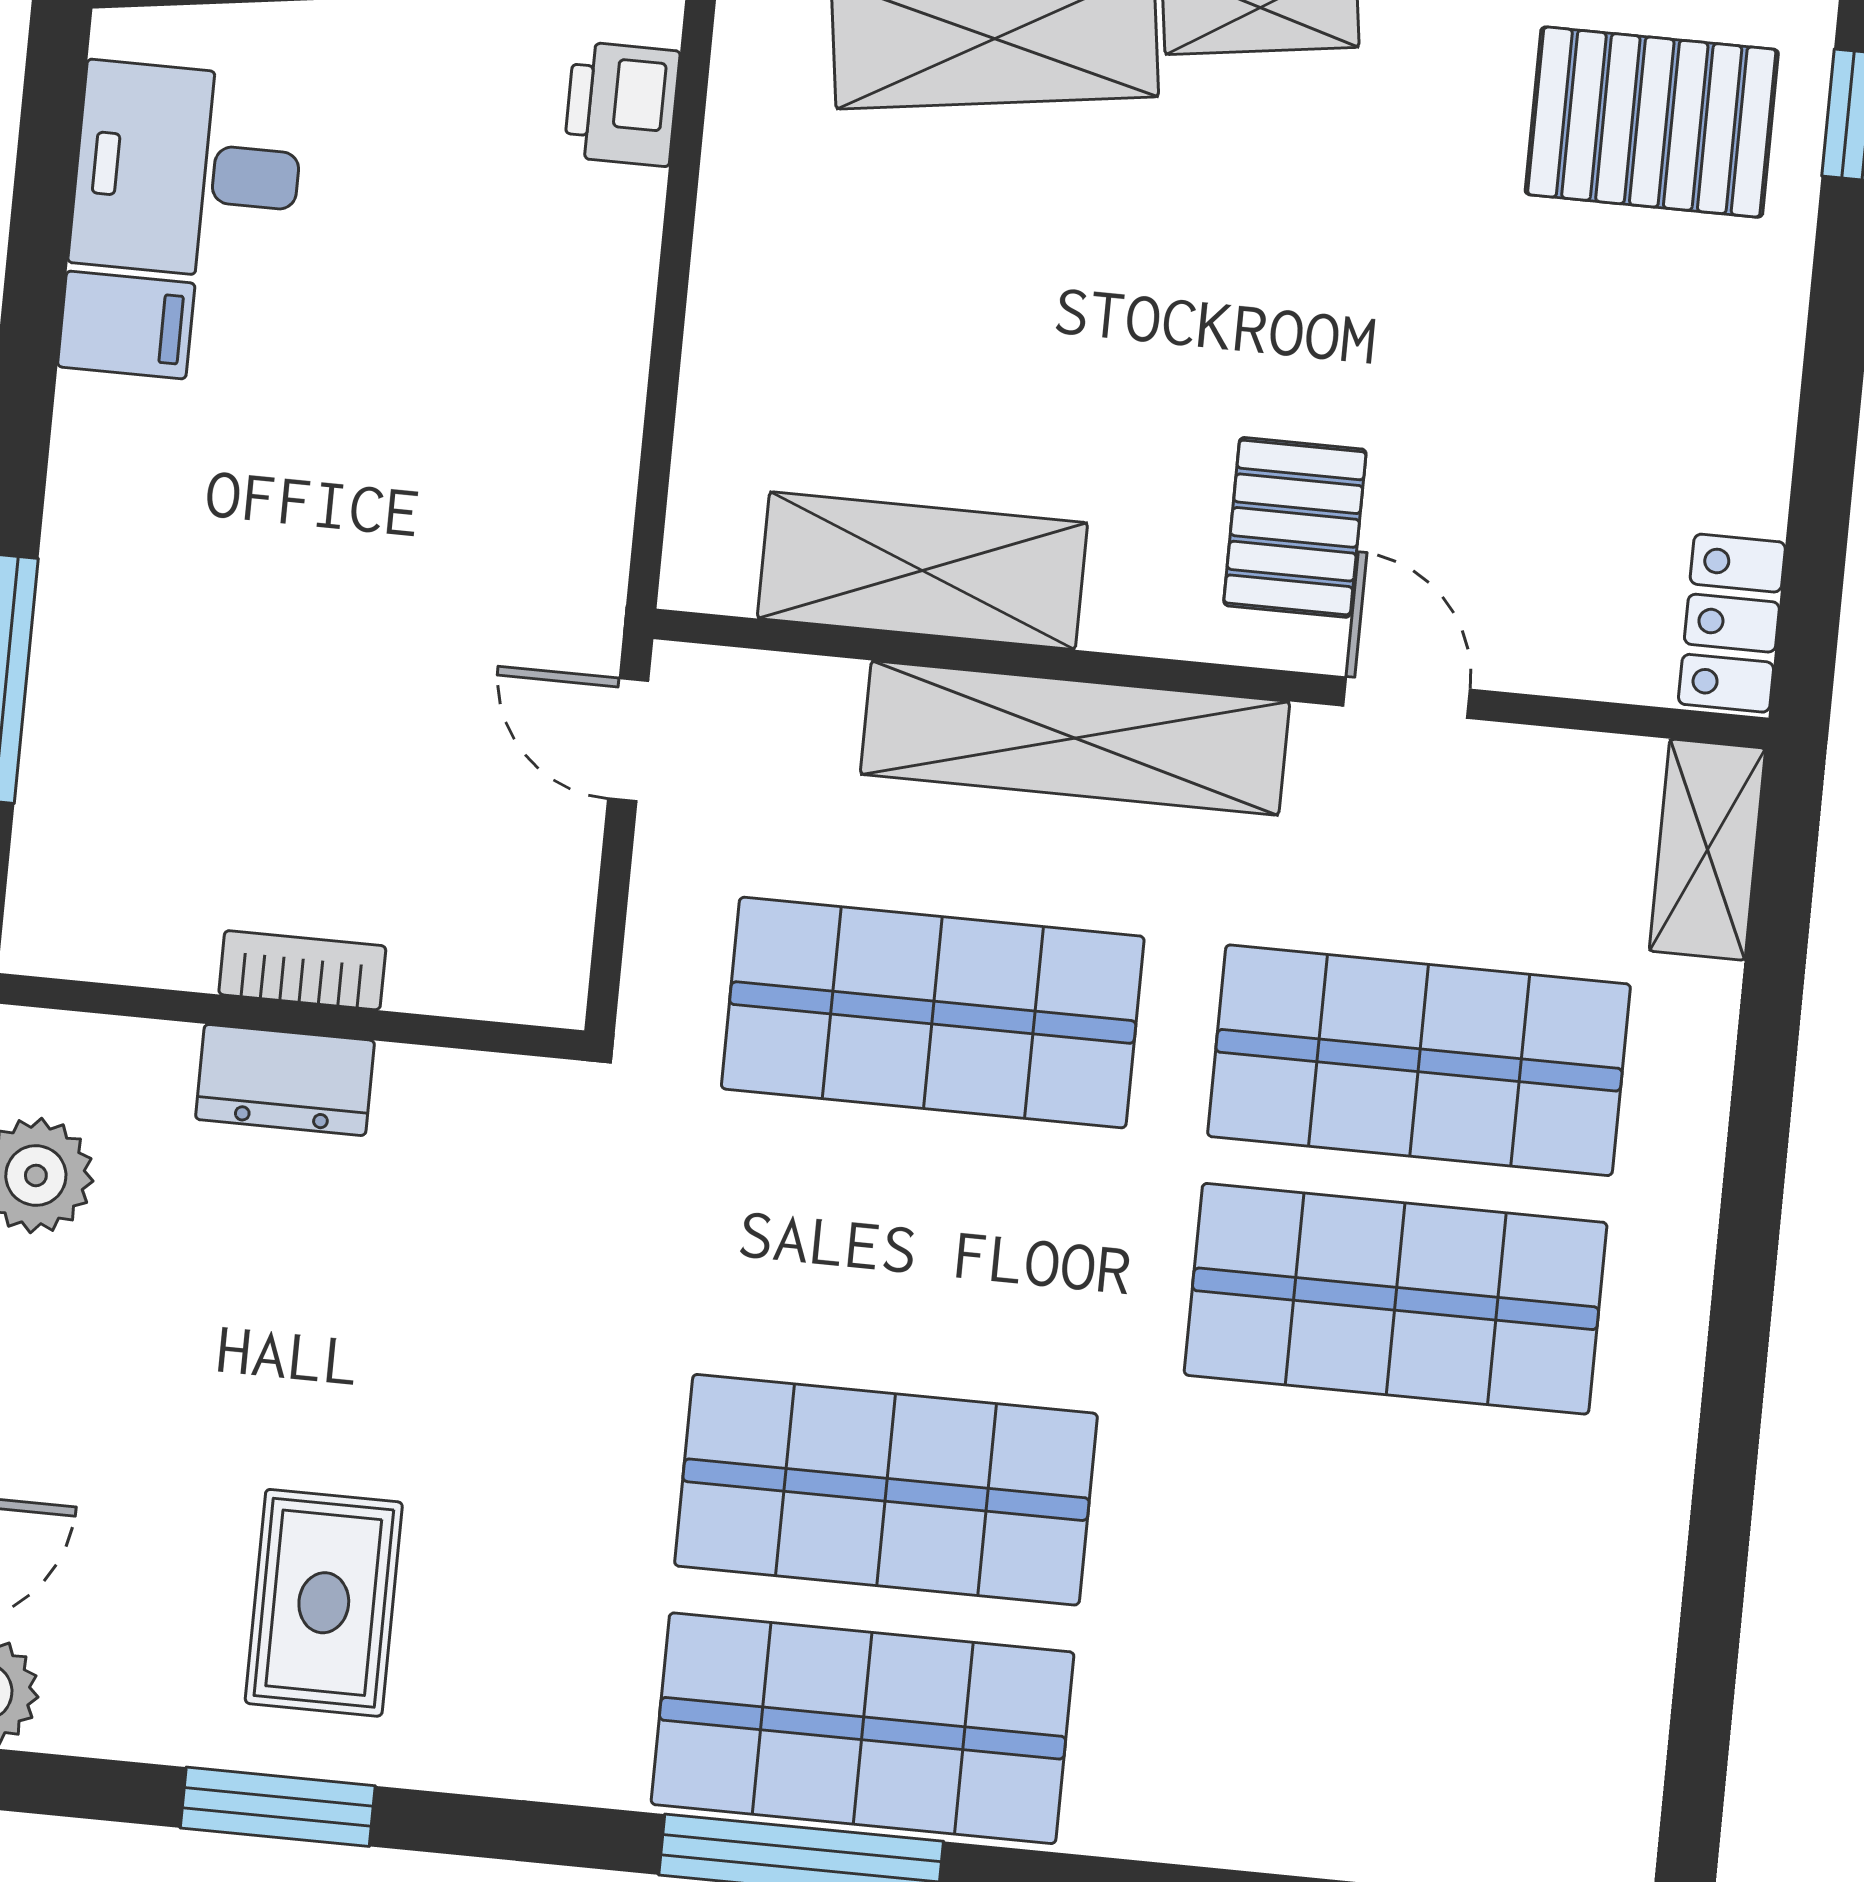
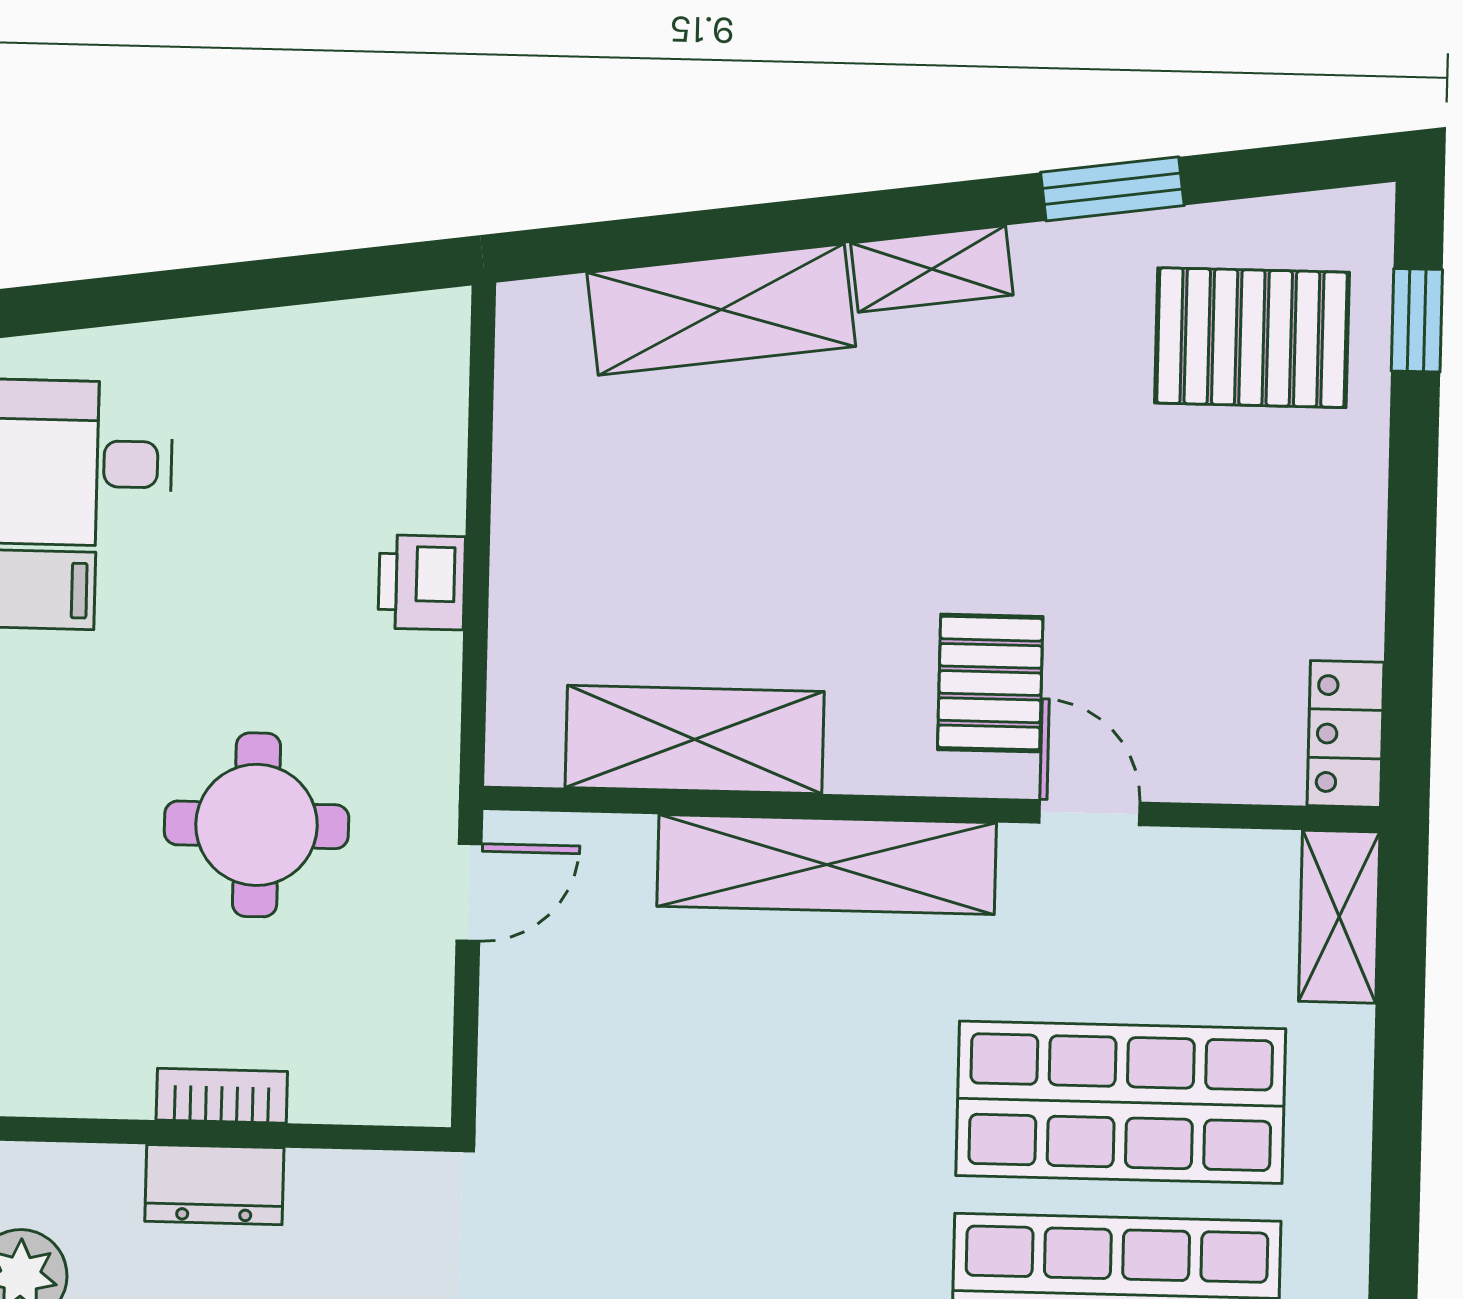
printer: (622, 104) -> (422, 582), moved
round table: (370, 637) -> (257, 825), added
door: (628, 740) -> (469, 892), swing flipped
shop shelf: (933, 1013) -> (729, 1093), removed

